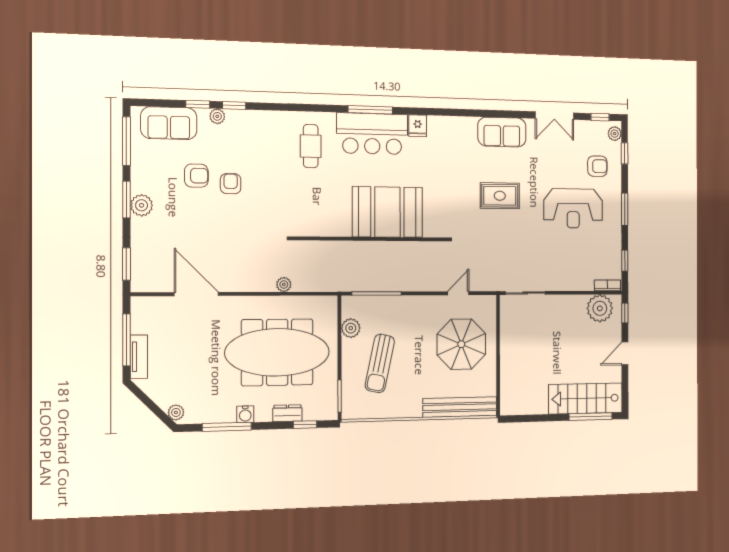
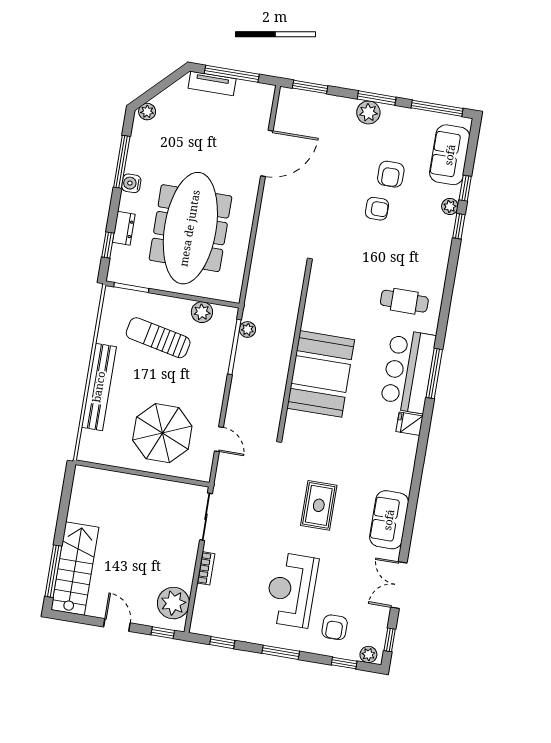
plant: (284, 284) -> (247, 329), moved
bookcase: (608, 285) -> (206, 568), moved
bench: (460, 407) -> (99, 387), moved

